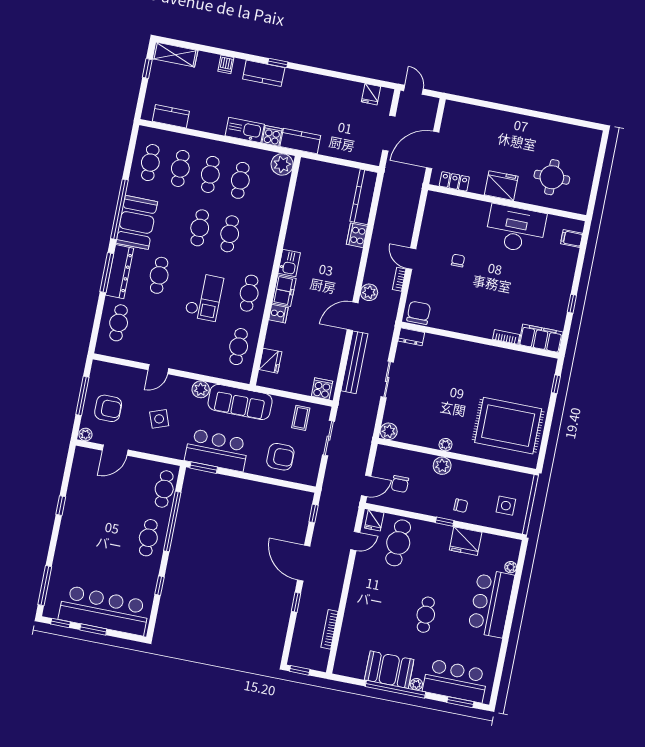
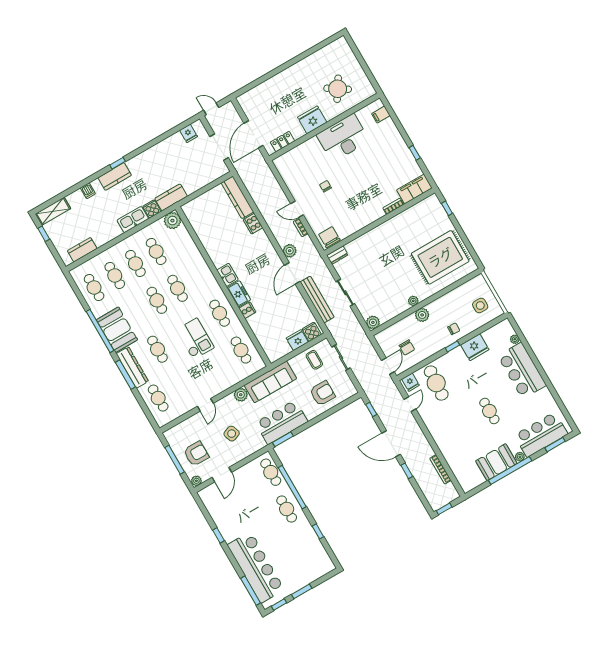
round table: (552, 177) -> (338, 89), turned 33
fridge: (270, 361) -> (297, 340), moved, turned -90
bar counter: (104, 610) -> (256, 567), moved, turned 90

